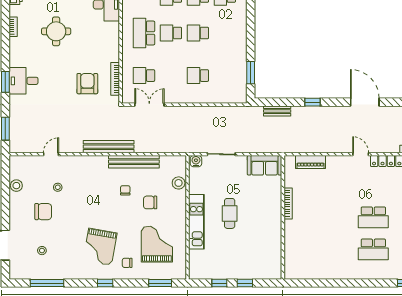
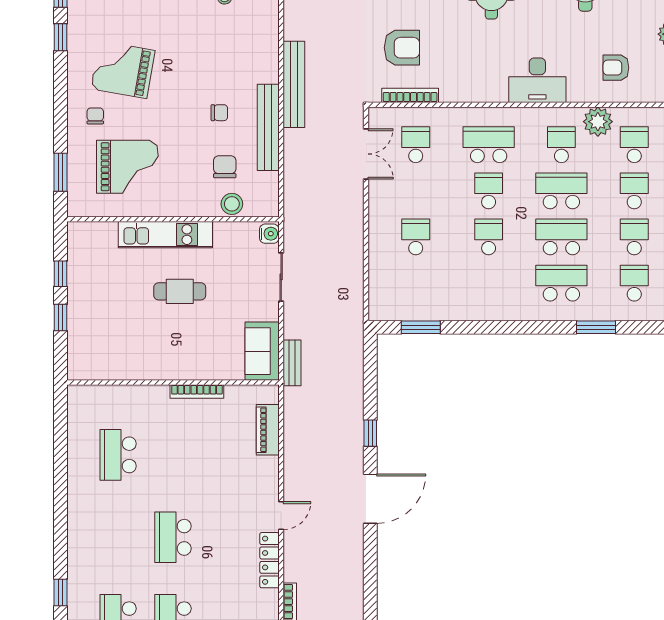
door: (365, 102) -> (370, 499), moved
bench: (277, 111) -> (292, 363), moved
chair: (150, 202) -> (225, 167), moved
school desk: (373, 249) -> (118, 455), moved
window: (105, 283) -> (61, 37), moved

